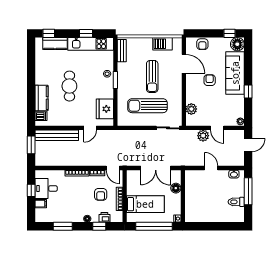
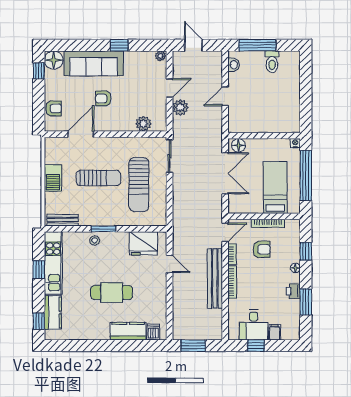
barbecue: (163, 44) -> (53, 178), moved
bench: (57, 135) -> (215, 278), moved
floor lamp: (176, 188) -> (238, 145), moved
printer: (104, 217) -> (293, 291), moved

